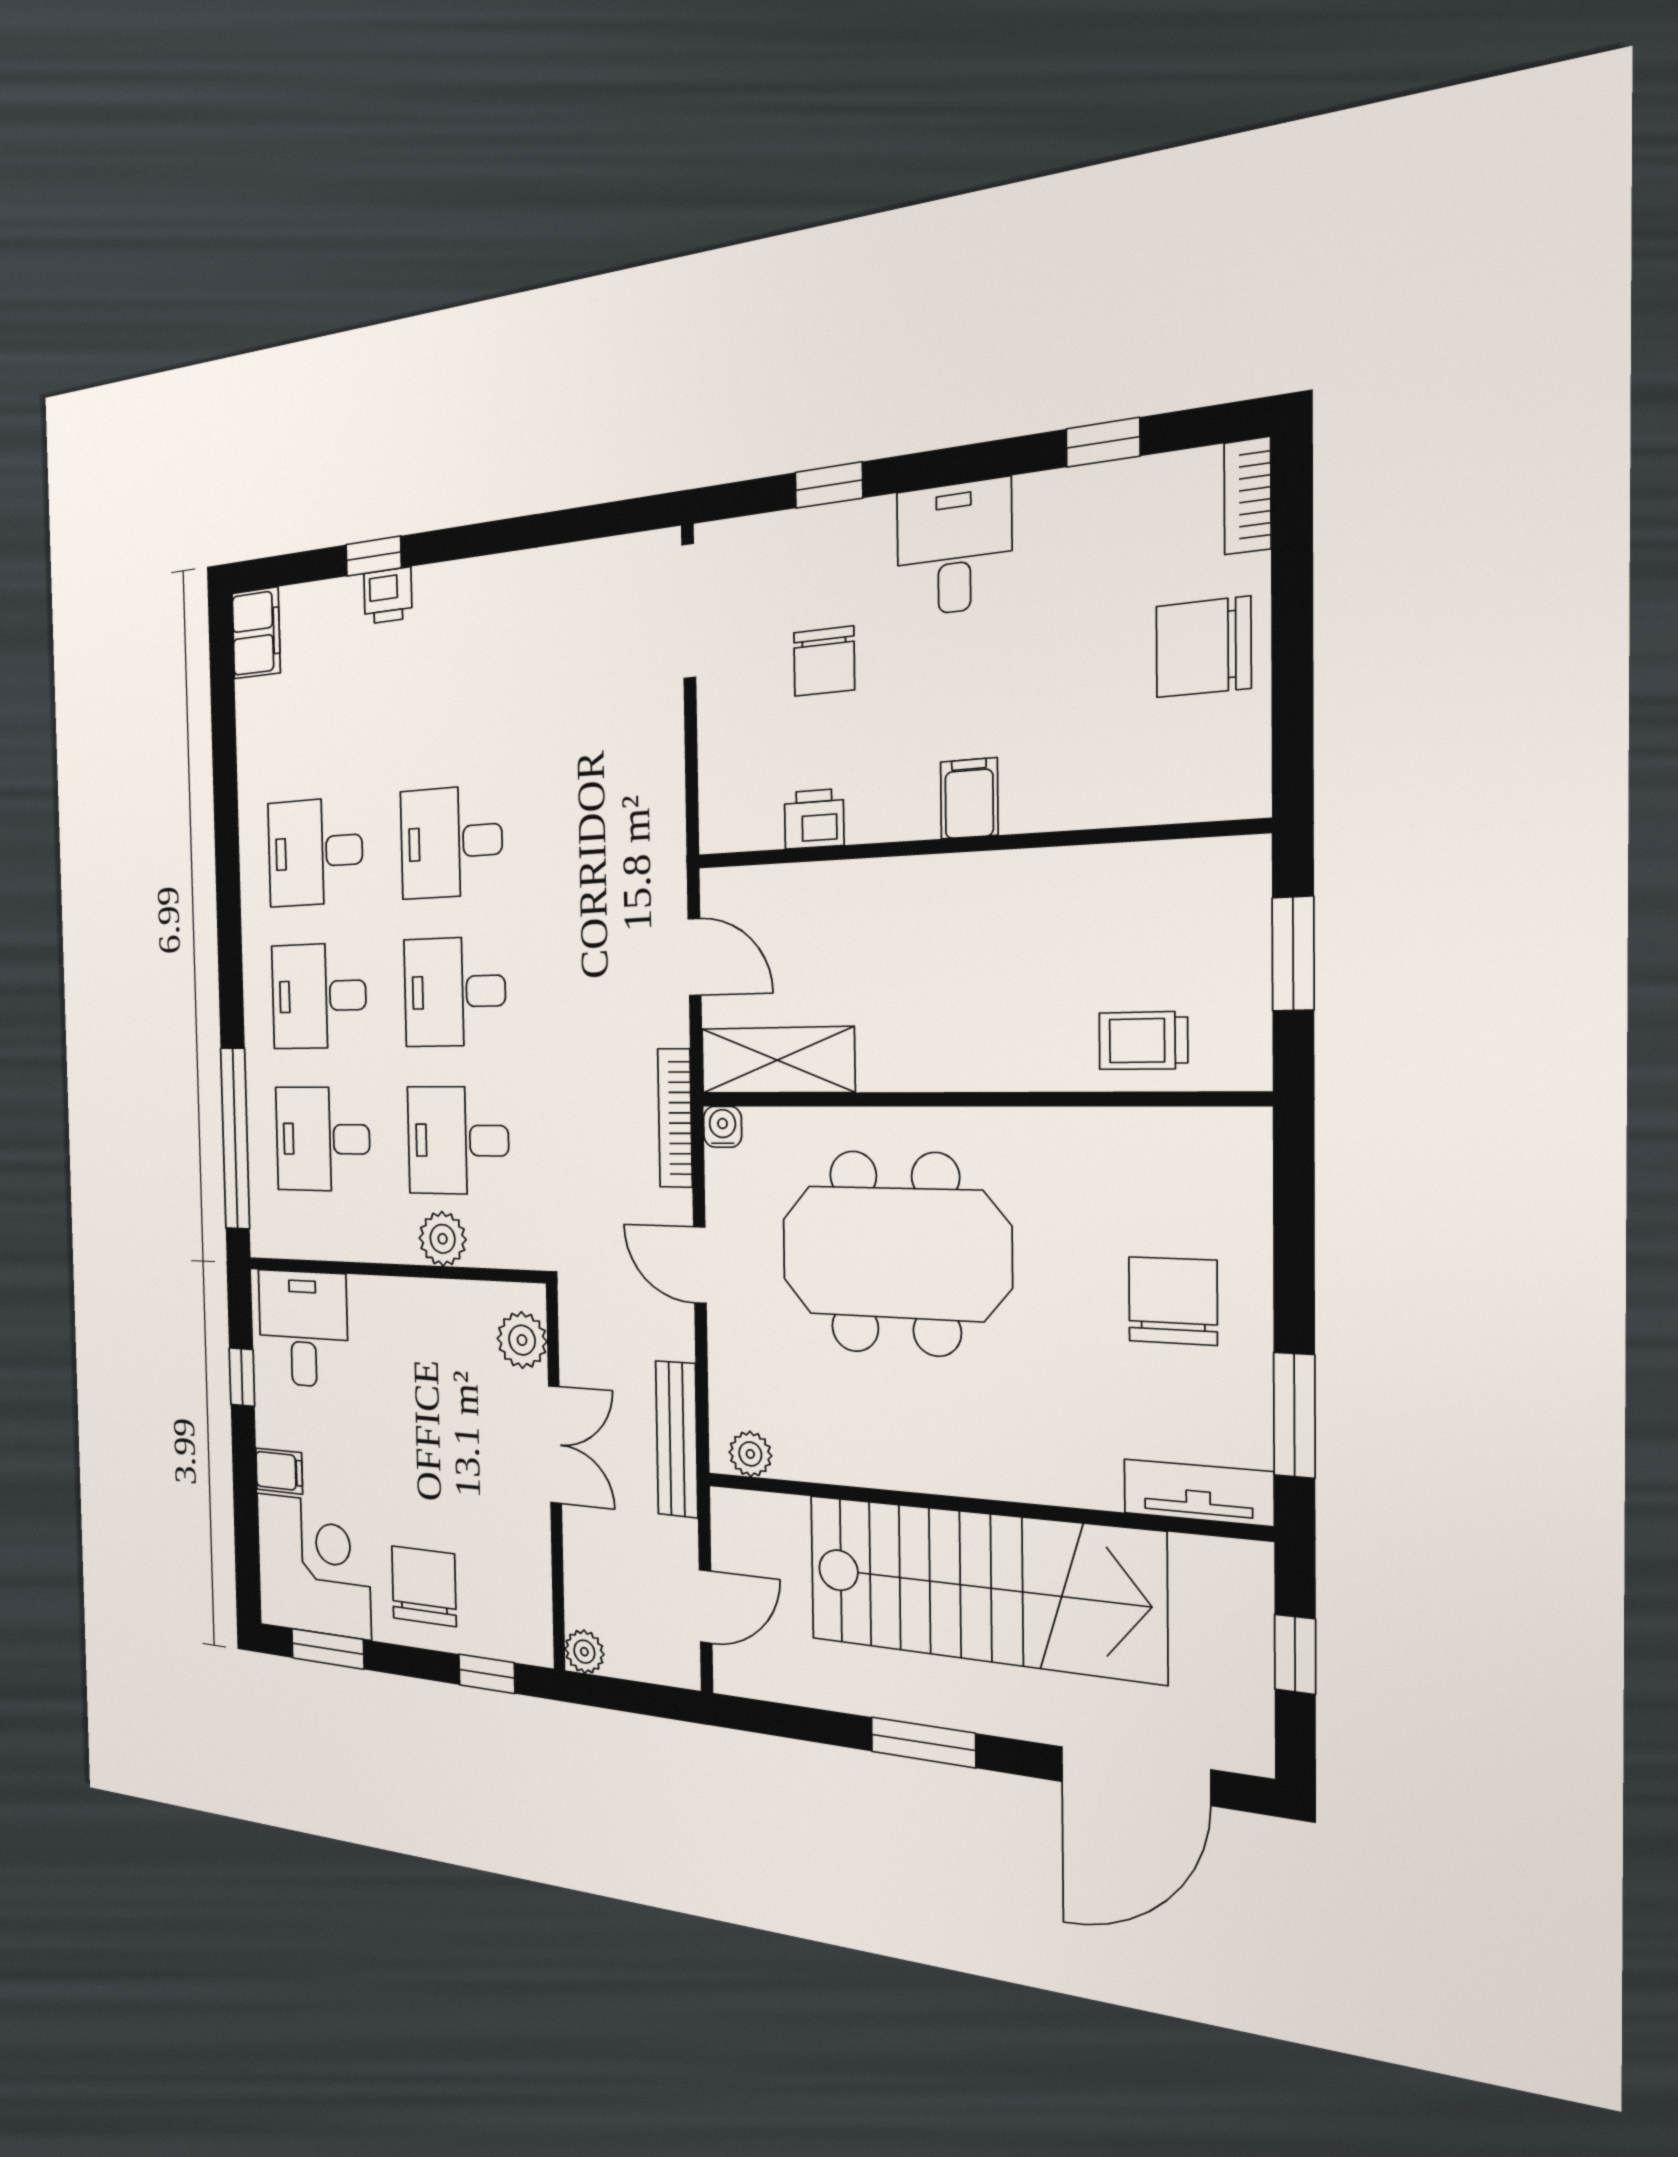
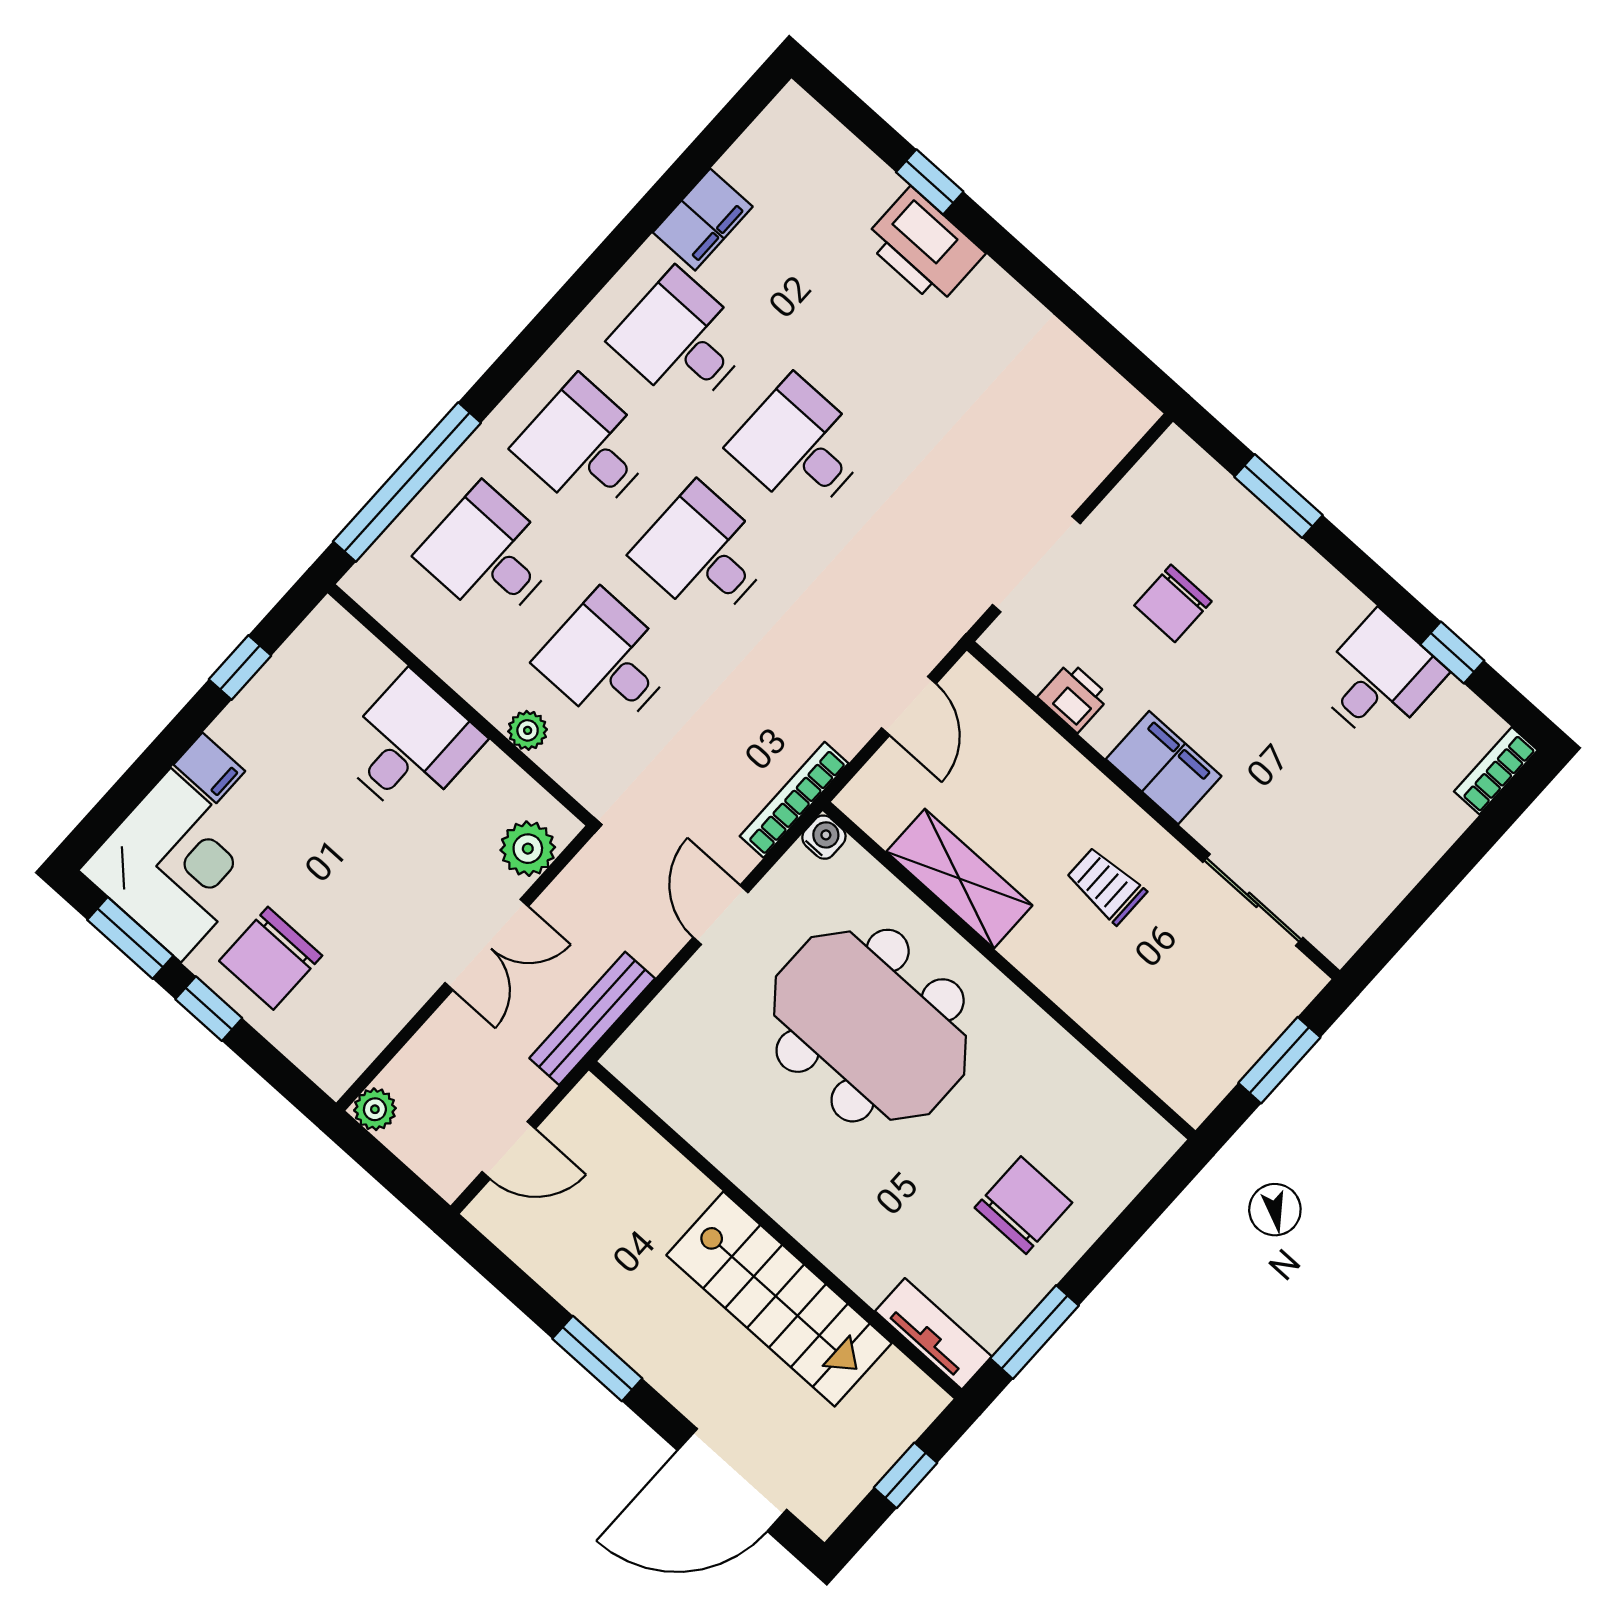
window: (829, 485) -> (1278, 496), width x1.50
desk: (954, 548) -> (1379, 678), moved
printer: (388, 596) -> (924, 247), width x1.87, depth x1.48
doorway: (689, 611) -> (1036, 564), moved
filing cabinet: (256, 633) -> (703, 220), moved
chair: (1203, 647) -> (1394, 833), removed
filing cabinet: (969, 798) -> (1164, 768), width x2.00
sliding door: (1127, 834) -> (1253, 900), added
trolley: (1143, 1041) -> (1106, 886), moved
shelving: (777, 1060) -> (959, 879), moved
plant: (443, 1239) -> (528, 730), width x0.73, depth x0.73
desk: (303, 1329) -> (410, 746), moved
plant: (750, 1454) -> (641, 1073), removed
chair: (424, 1586) -> (271, 958), turned 180
stairs: (982, 1587) -> (779, 1299), width x0.73, depth x0.66
window: (487, 1674) -> (209, 1009), moved

